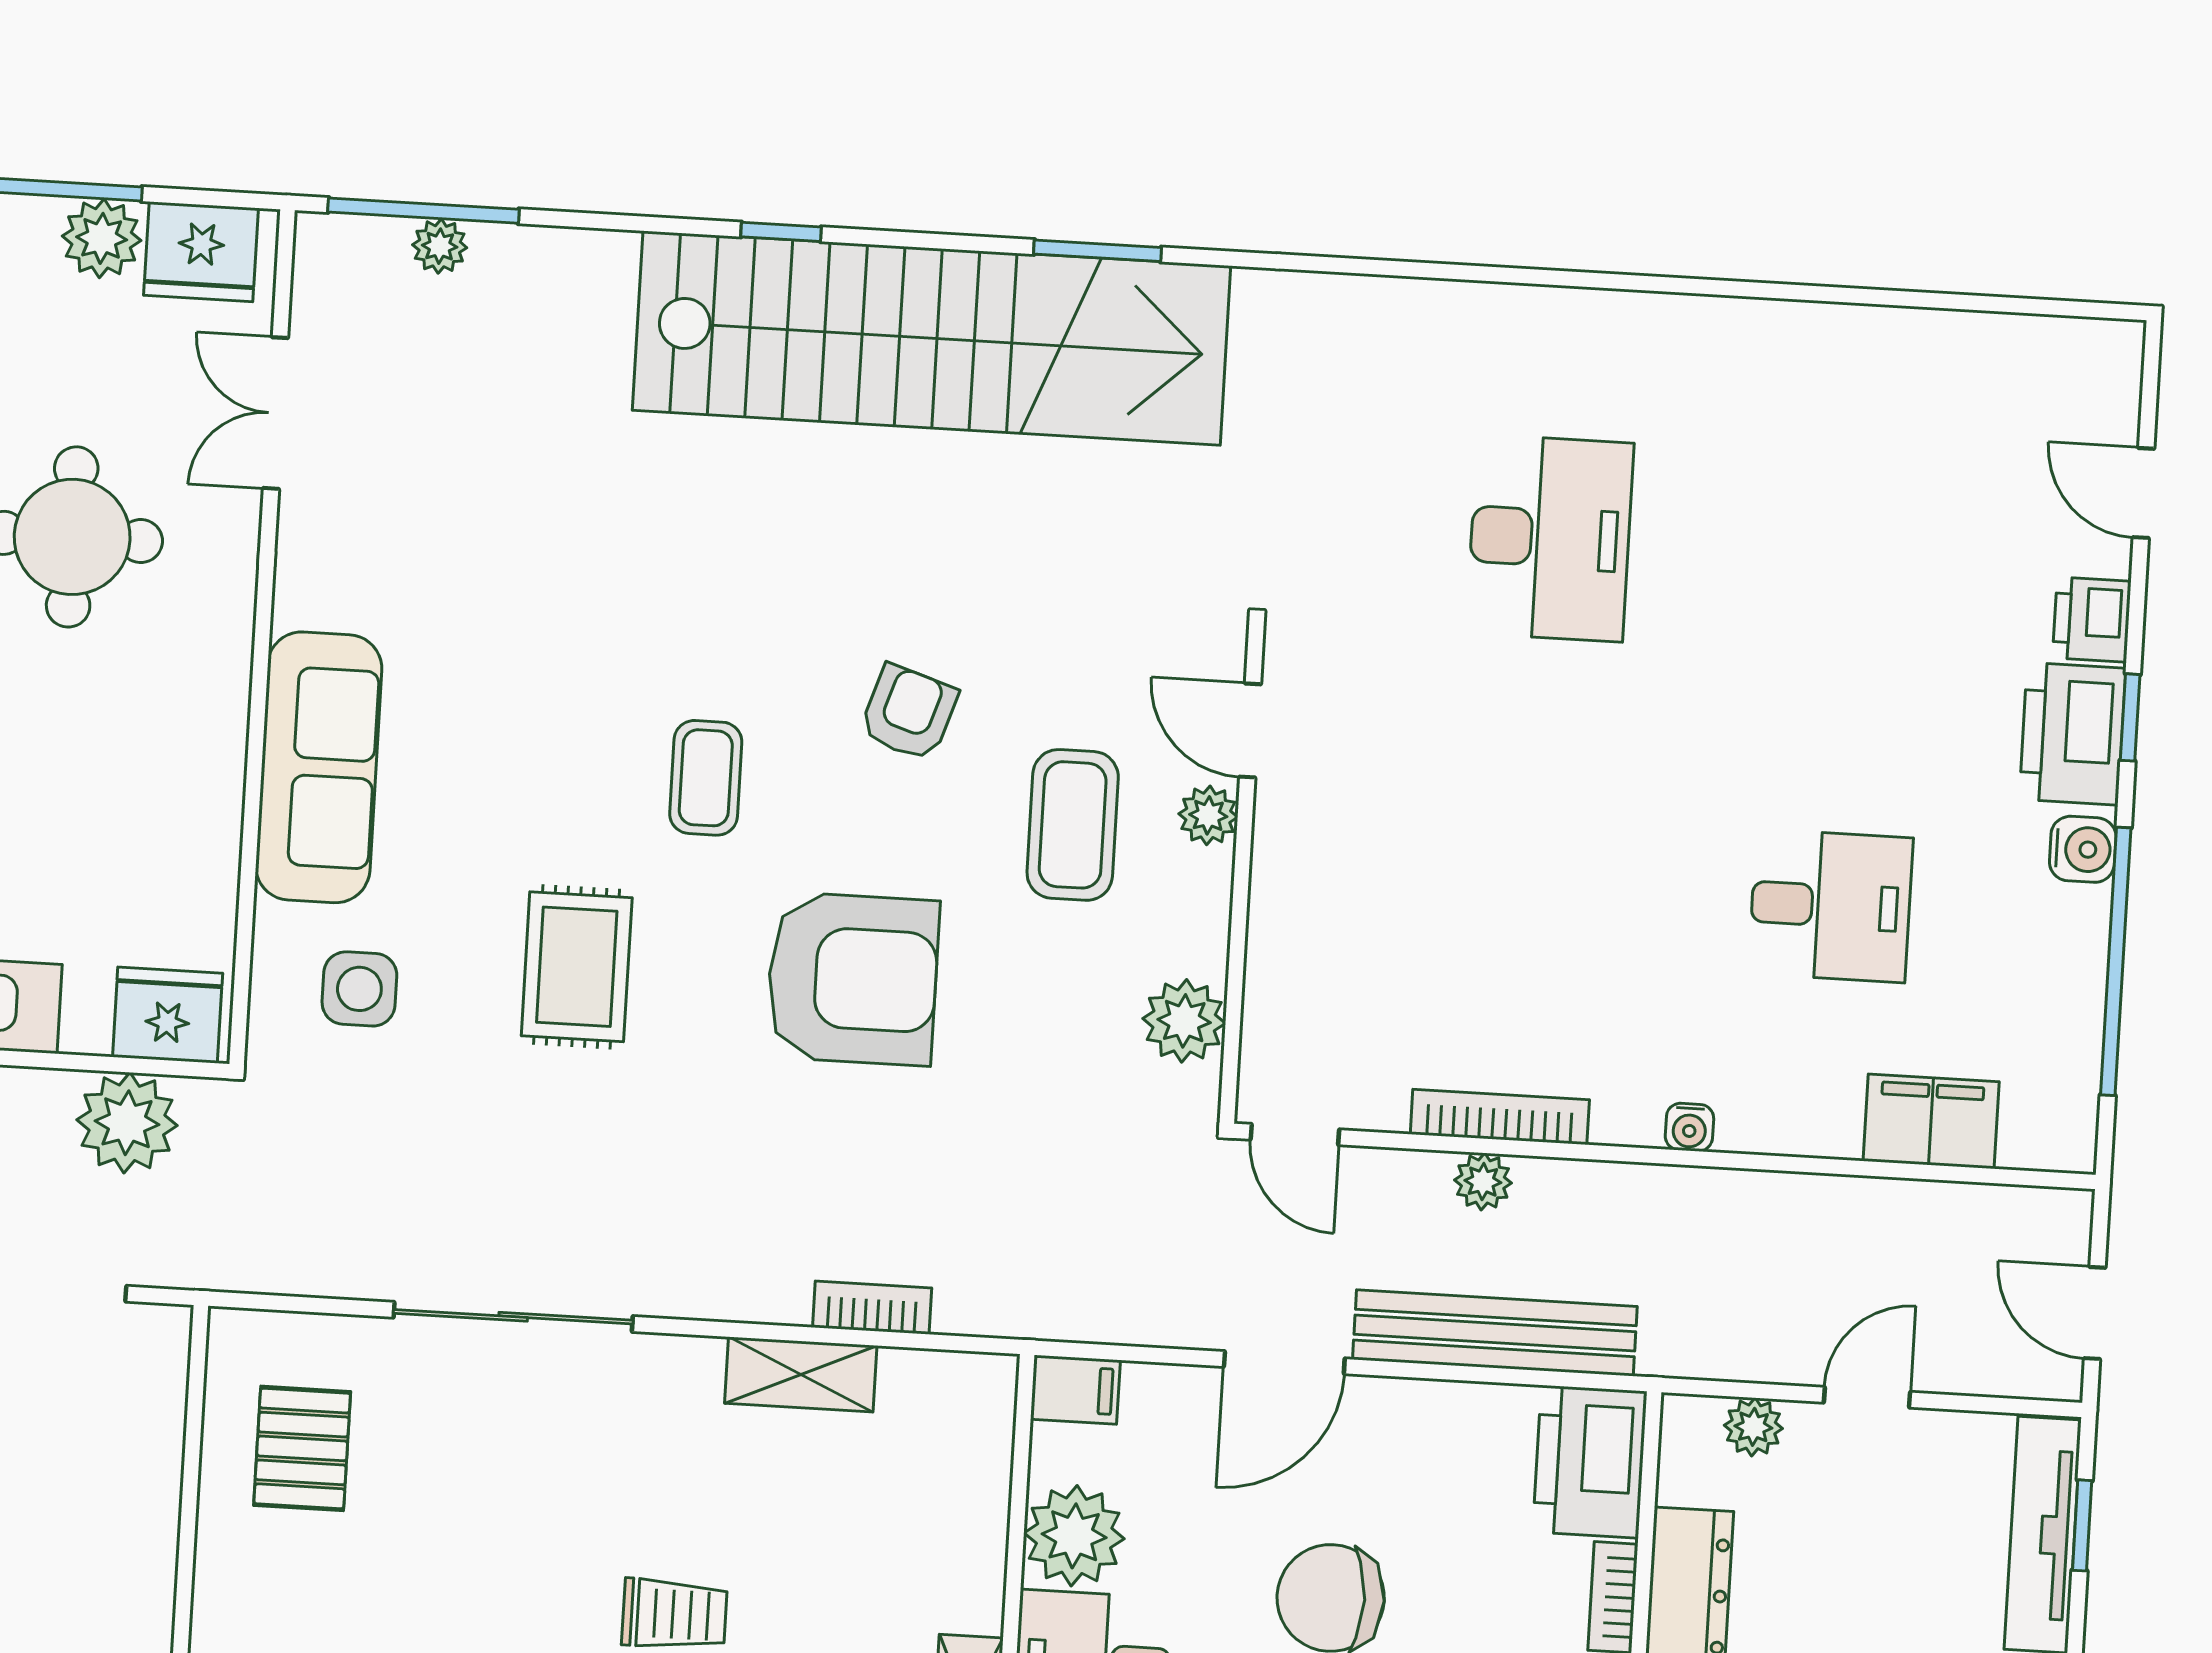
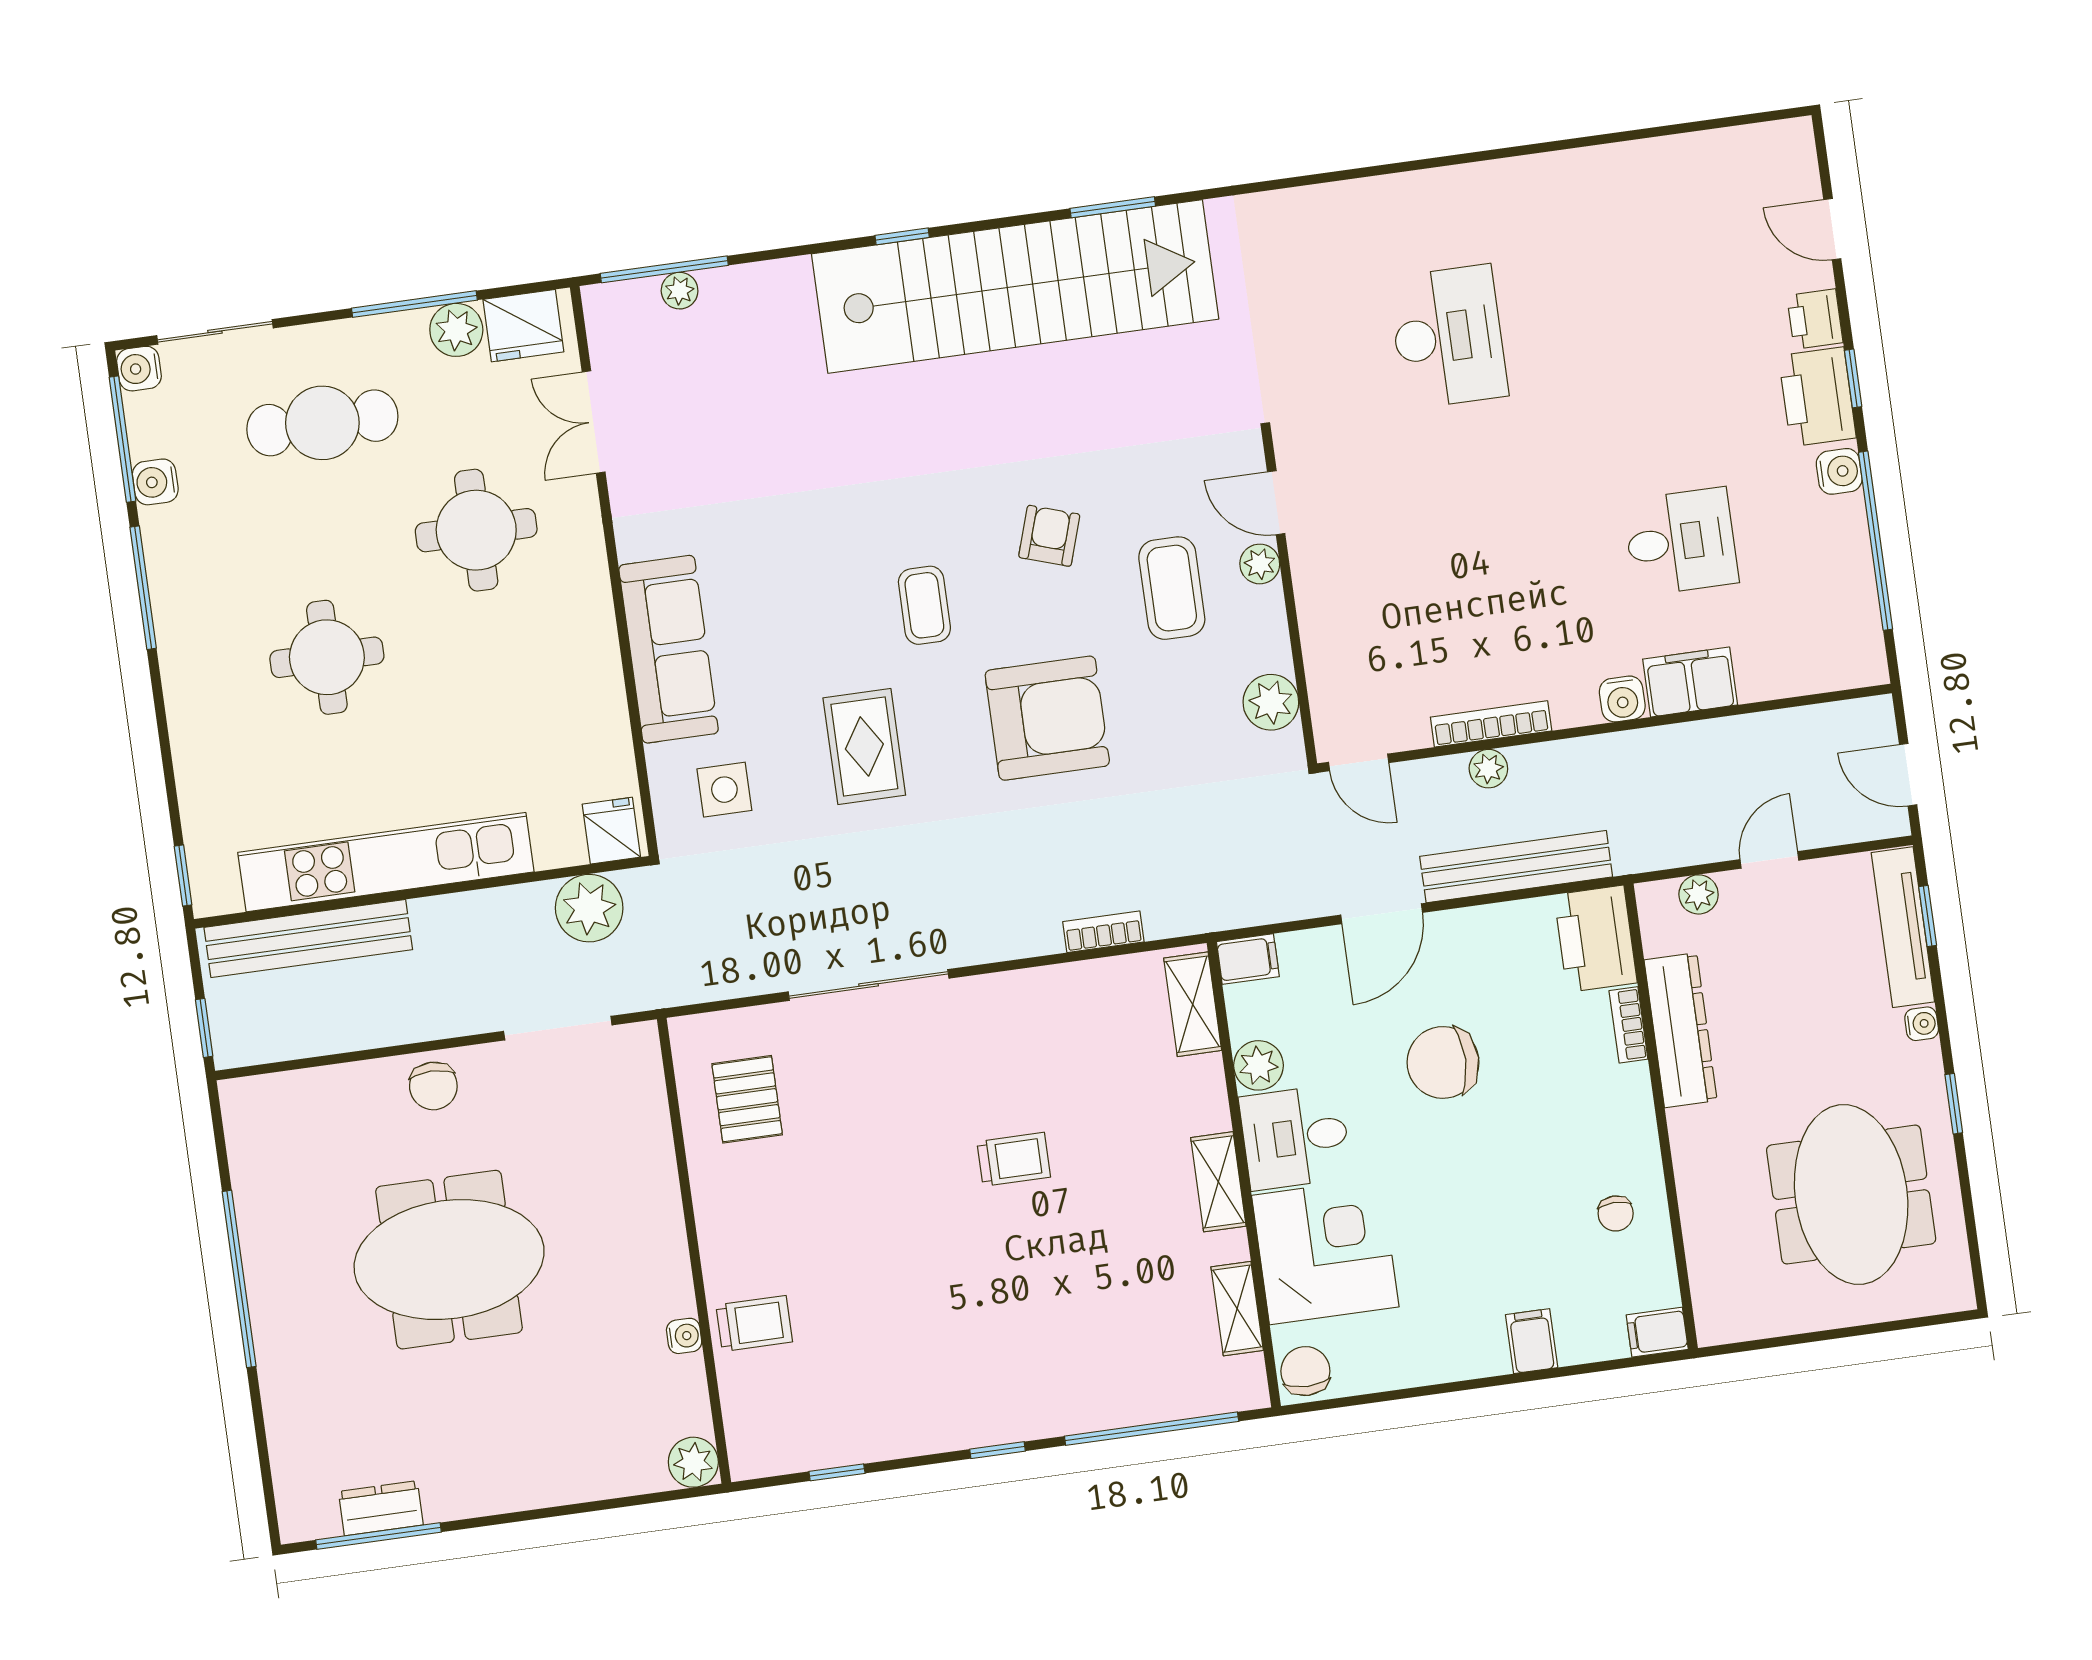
fridge: (168, 1015) -> (611, 831), width x0.72
filing cabinet: (1931, 1121) -> (1690, 682), moved
water cooler: (1689, 1127) -> (1622, 699), width x1.38, depth x1.38
shelving: (801, 1374) -> (1193, 1004), moved, turned 90
plant: (1074, 1536) -> (1258, 1065), width x0.73, depth x0.73

